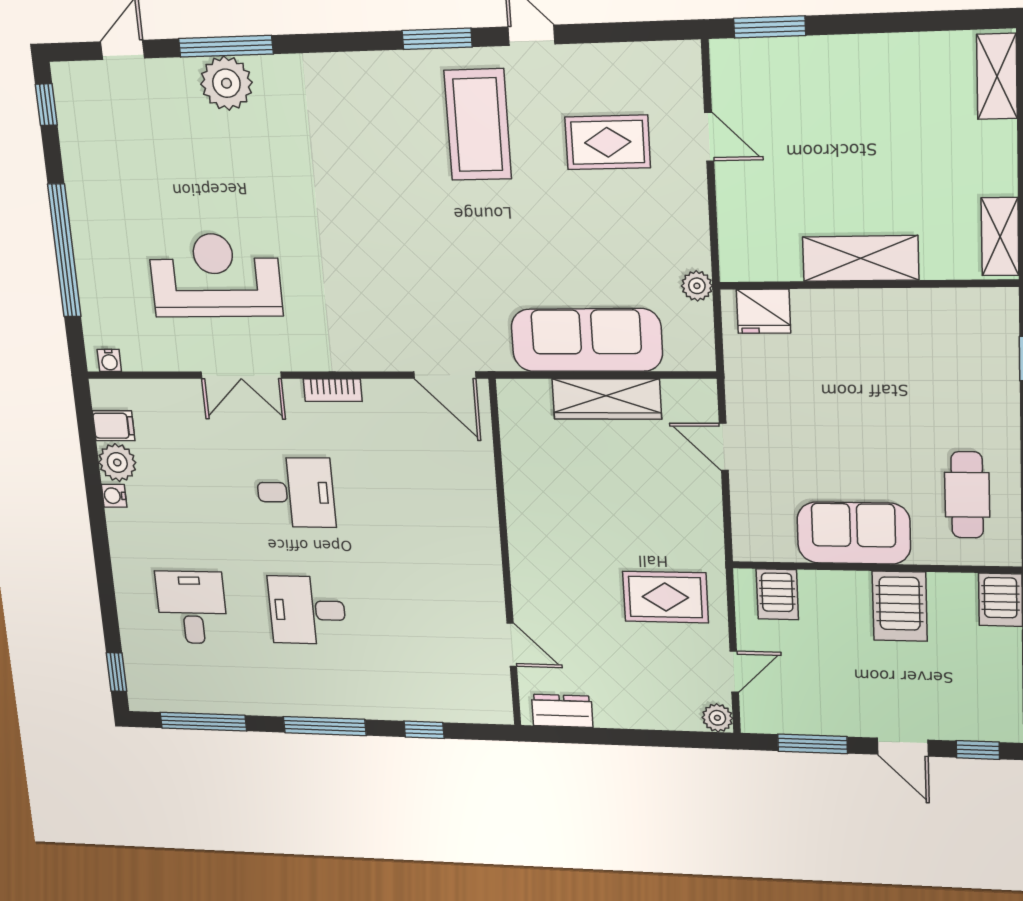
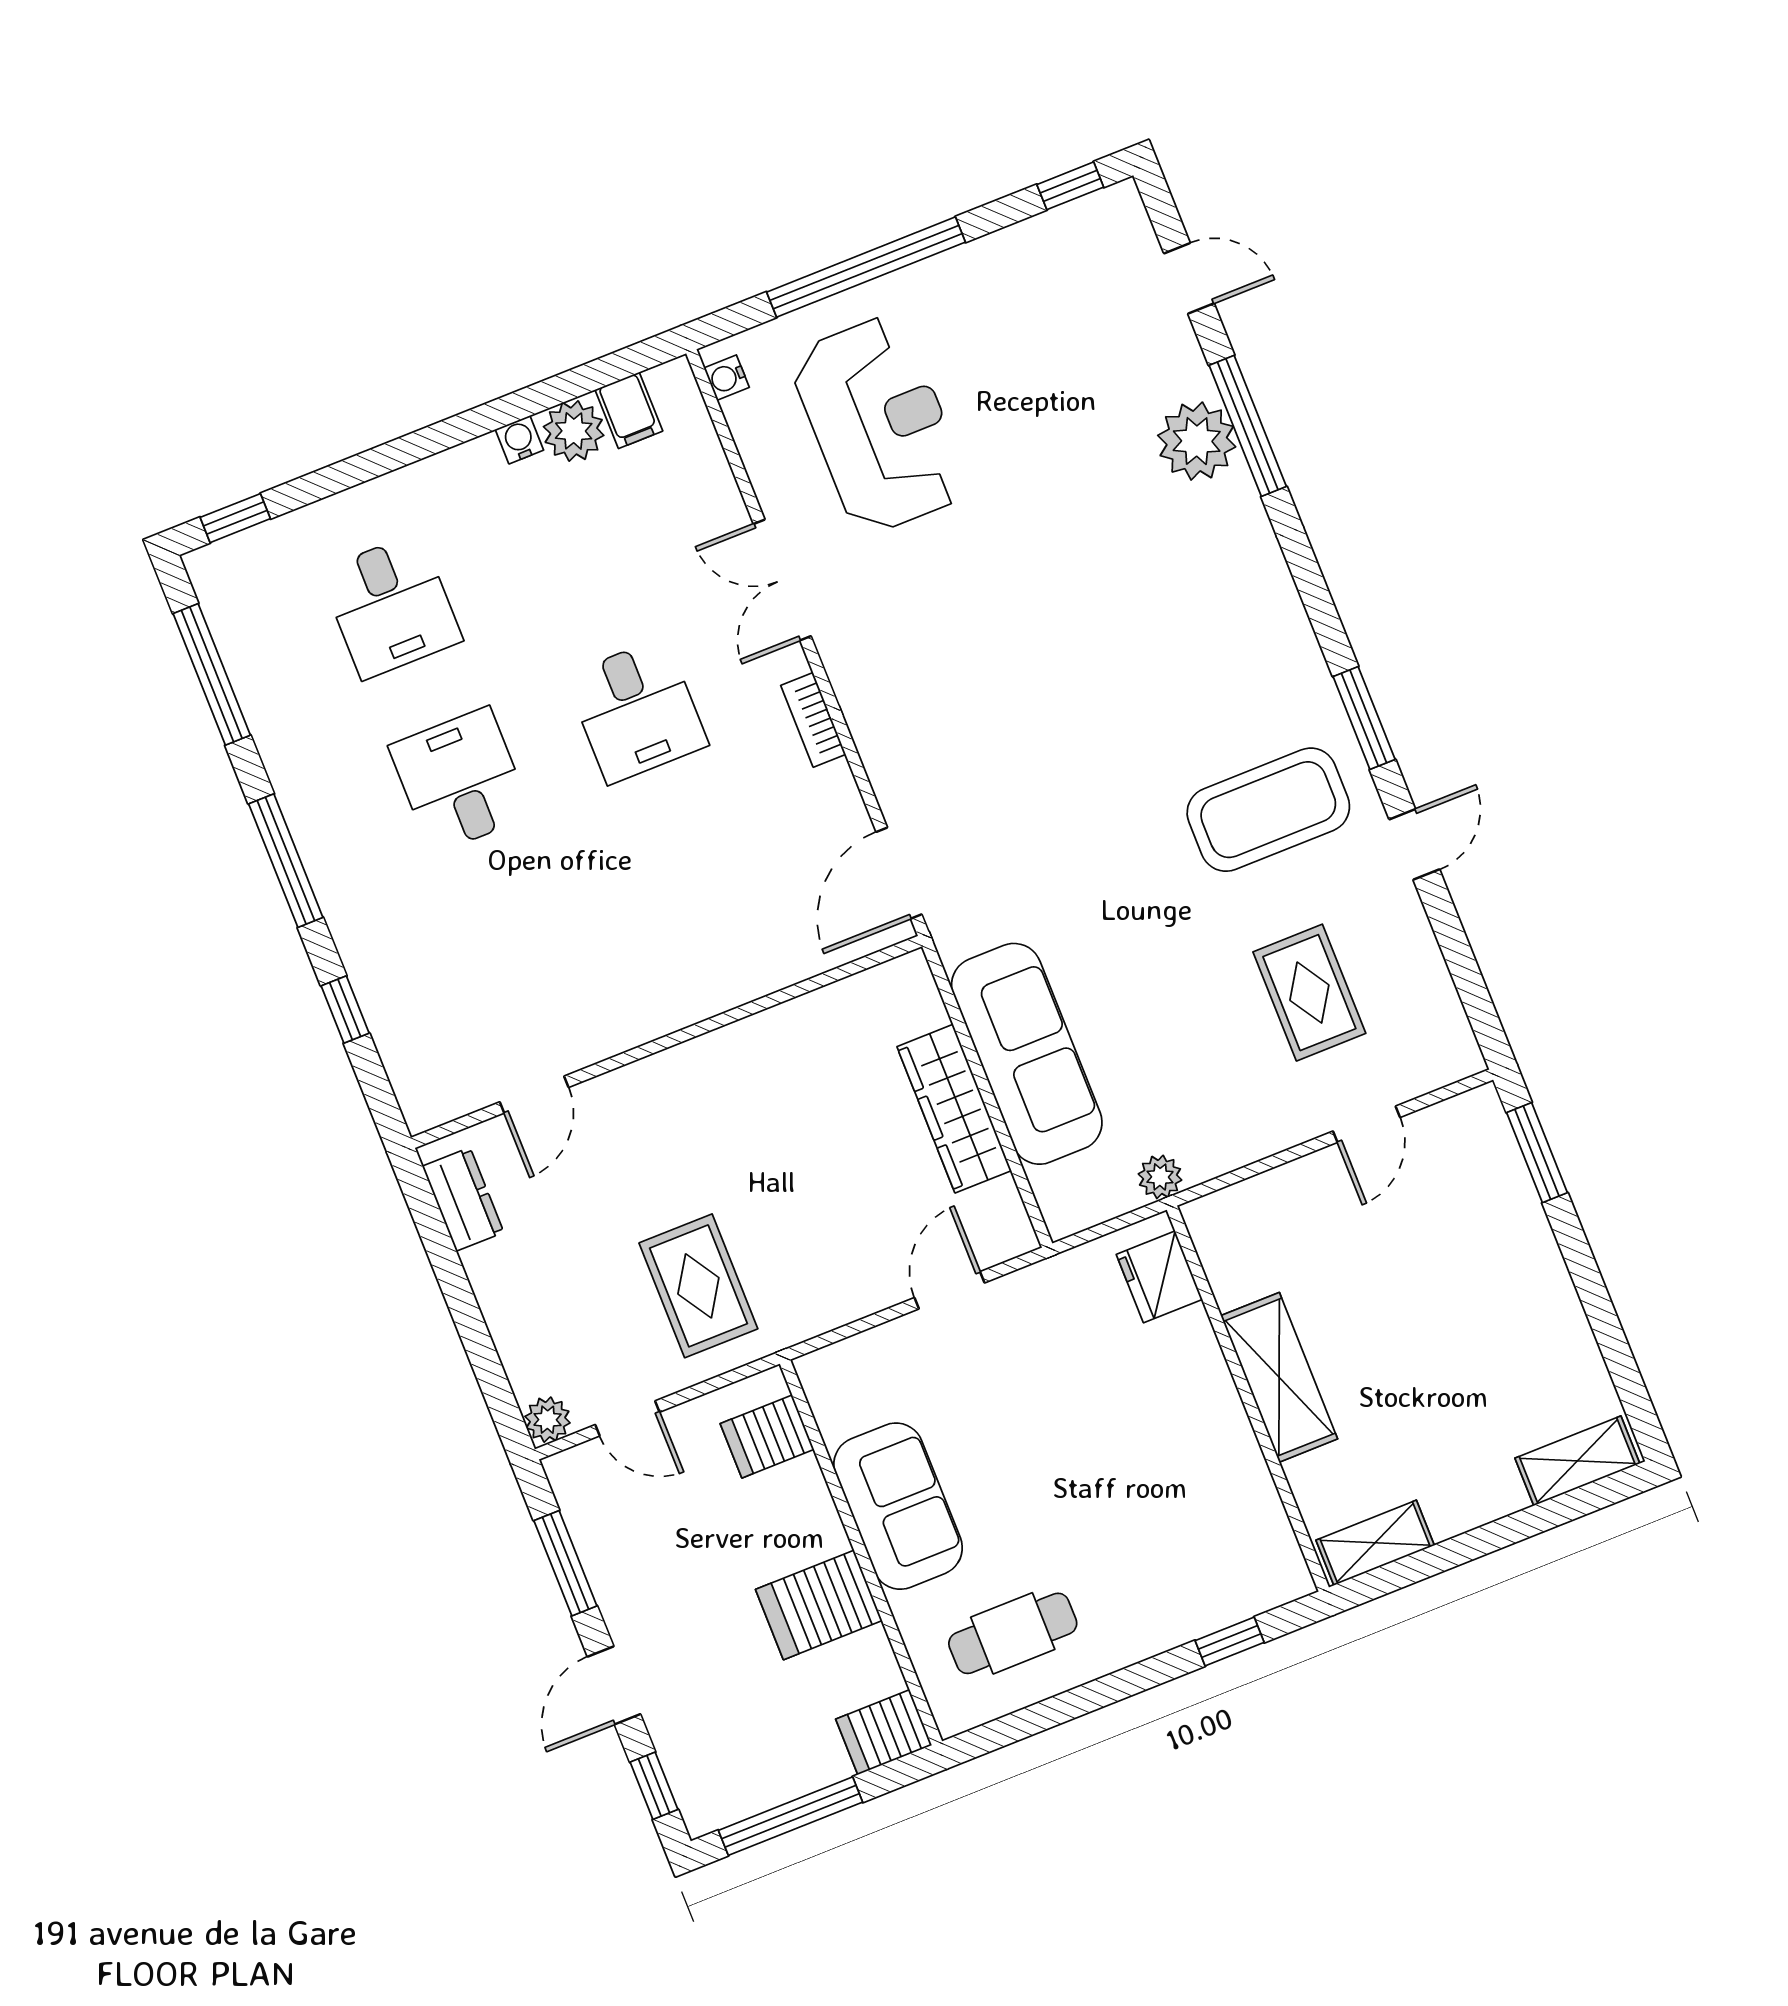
reception desk: (215, 275) -> (879, 425), moved
desk: (192, 607) -> (391, 606), turned 90

